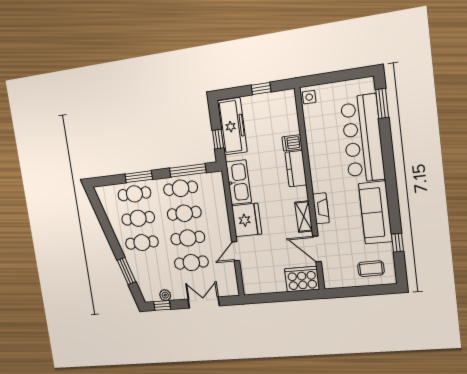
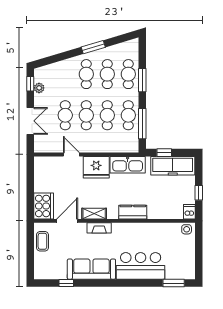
bar counter: (363, 139) -> (141, 266), width x0.73
dishwasher: (292, 143) -> (189, 212), moved
coffee table: (371, 269) -> (42, 241), moved
window: (126, 271) -> (93, 47), moved

